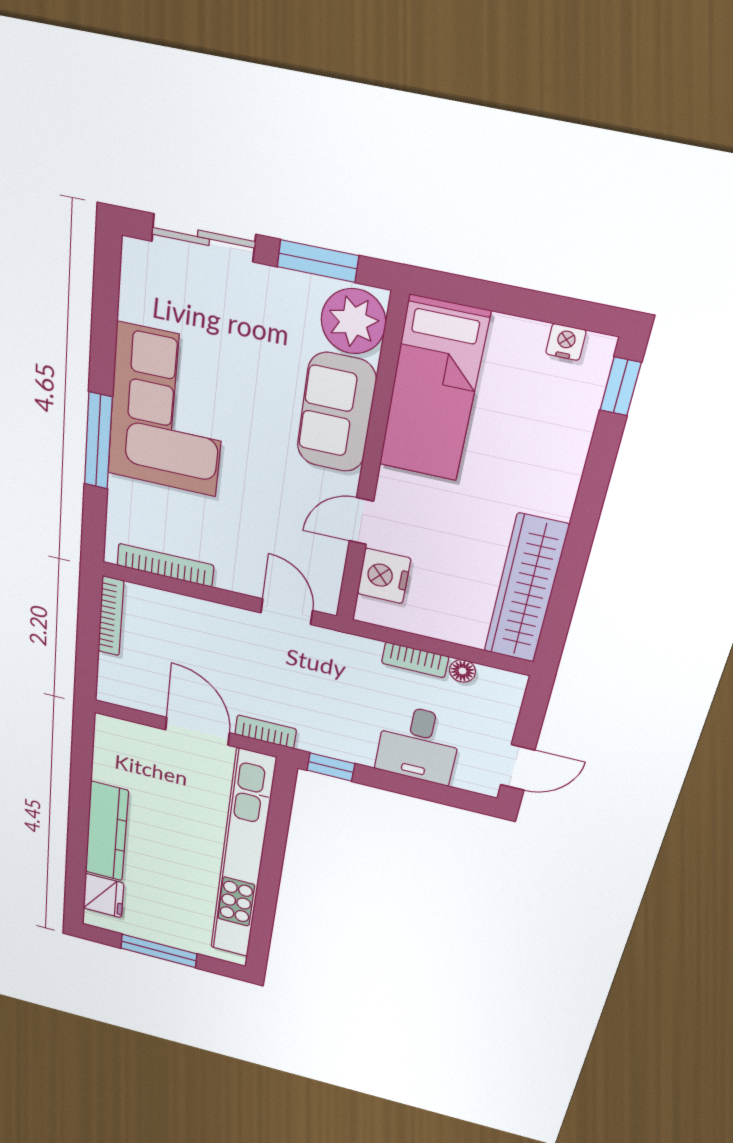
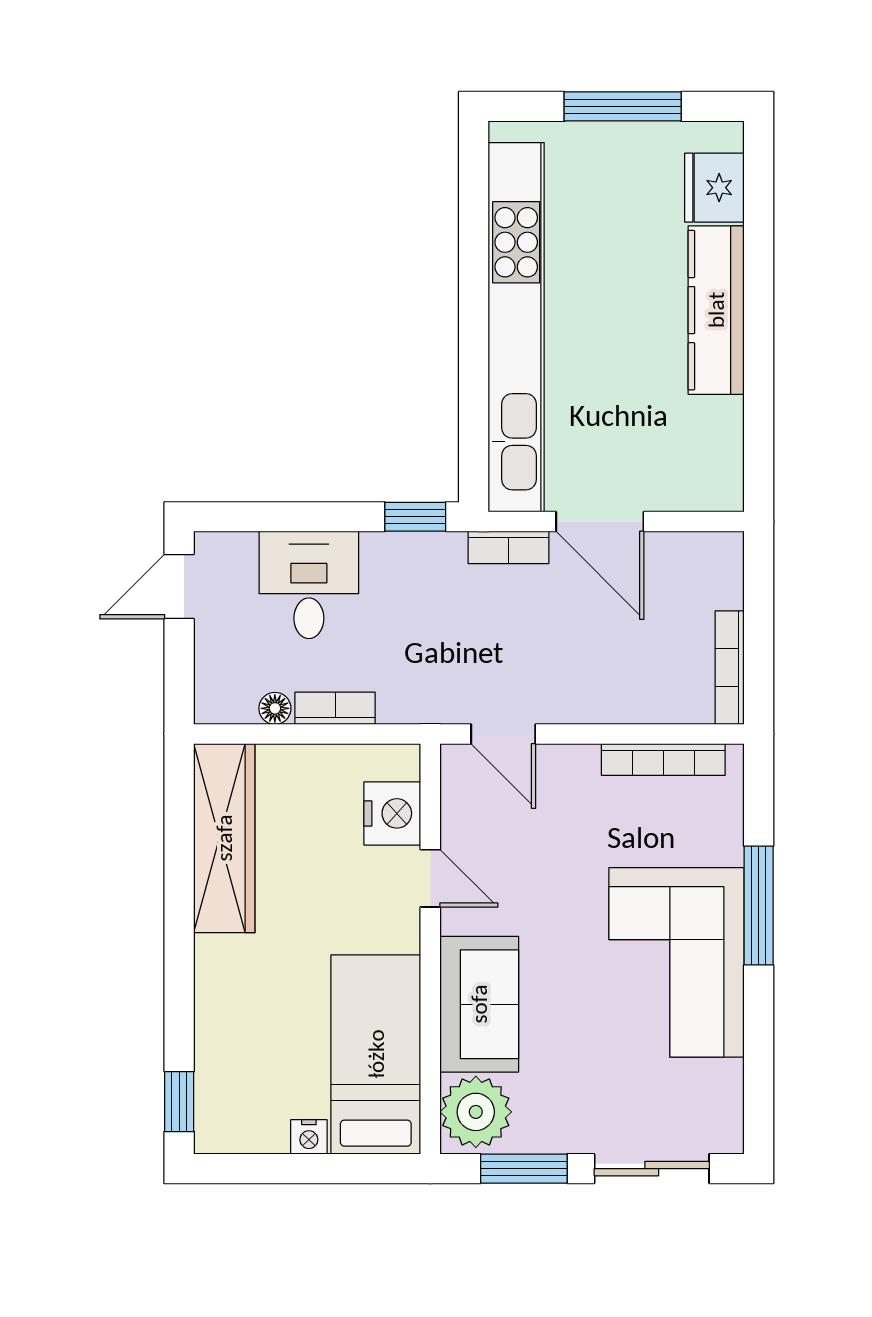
nightstand: (566, 342) -> (309, 1137), moved
door: (361, 521) -> (430, 878), hinge flipped

